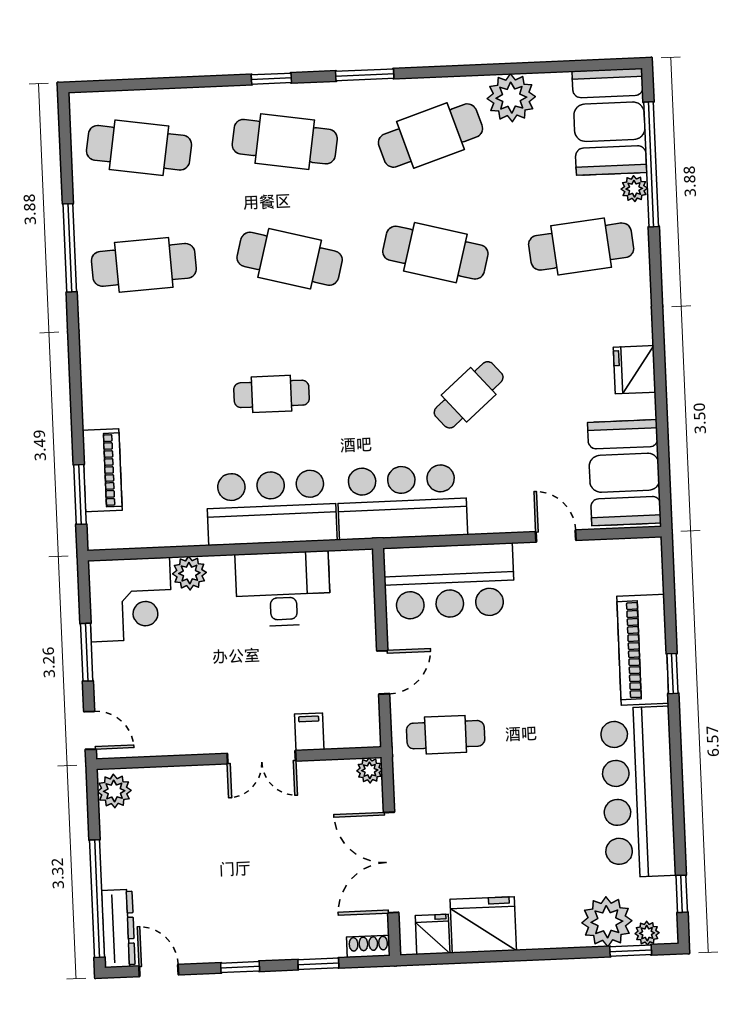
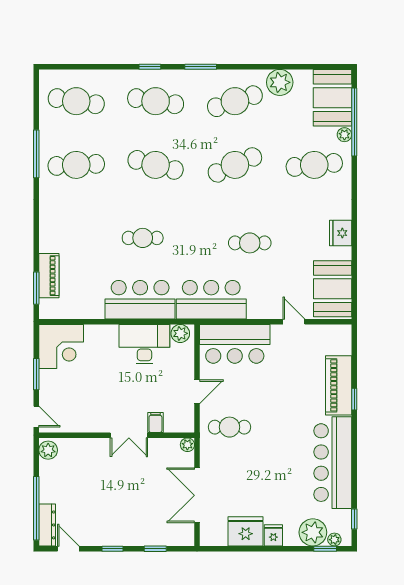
cafe table: (435, 253) -> (235, 165), turned -39
cafe table: (469, 395) -> (250, 243), turned 41
plant: (189, 573) -> (180, 333), moved
fridge: (433, 934) -> (273, 535), moved
shoe rack: (368, 946) -> (183, 540), removed

